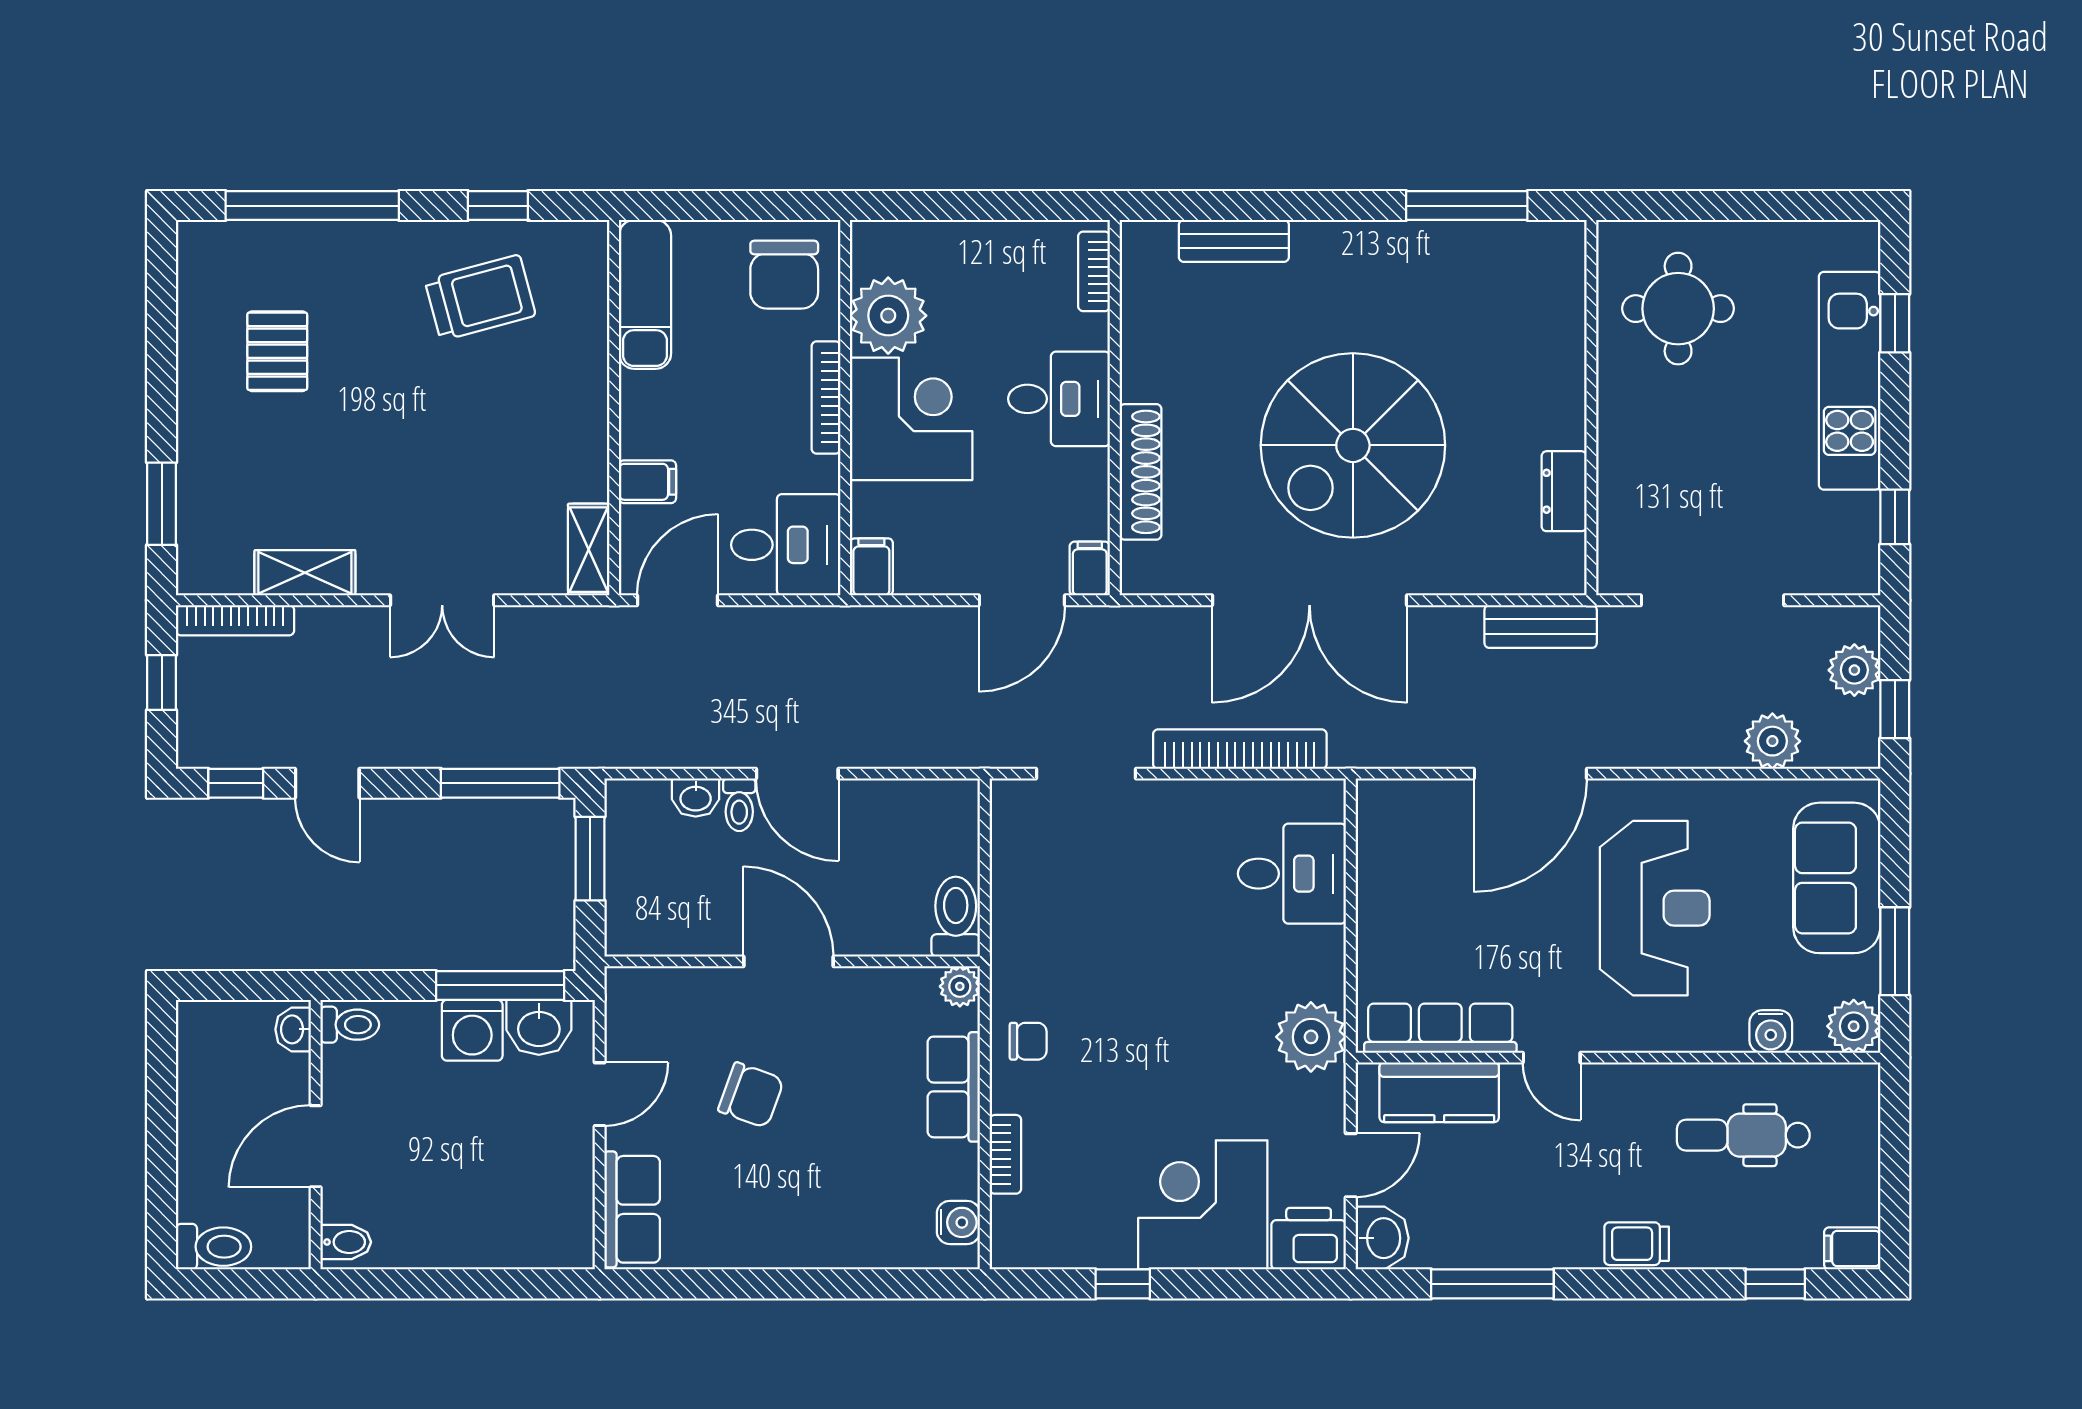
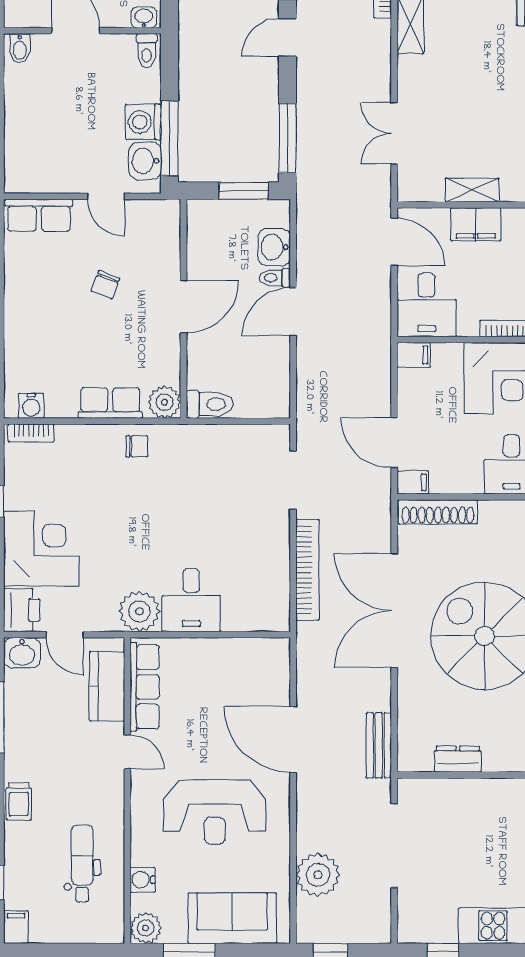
shoe rack: (1141, 472) -> (438, 512), moved
filing cabinet: (647, 482) -> (476, 224), width x2.00
shelving: (589, 550) -> (472, 190), moved
double door: (442, 600) -> (394, 133), moved
plant: (1854, 670) -> (353, 928), removed
plant: (1772, 741) -> (318, 875), width x1.36, depth x1.36
washbasin: (696, 798) -> (274, 247), width x1.38, depth x1.45
desk: (1292, 874) -> (191, 600), moved
plant: (960, 986) -> (165, 402), width x1.38, depth x1.38
chair: (1028, 1041) -> (137, 446), turned -90
door: (1552, 1058) -> (127, 752), swing flipped
chair: (751, 1095) -> (105, 285), width x0.73, depth x0.73
bookcase: (1005, 1154) -> (31, 433), moved
trolley: (1637, 1244) -> (19, 801), turned 180

